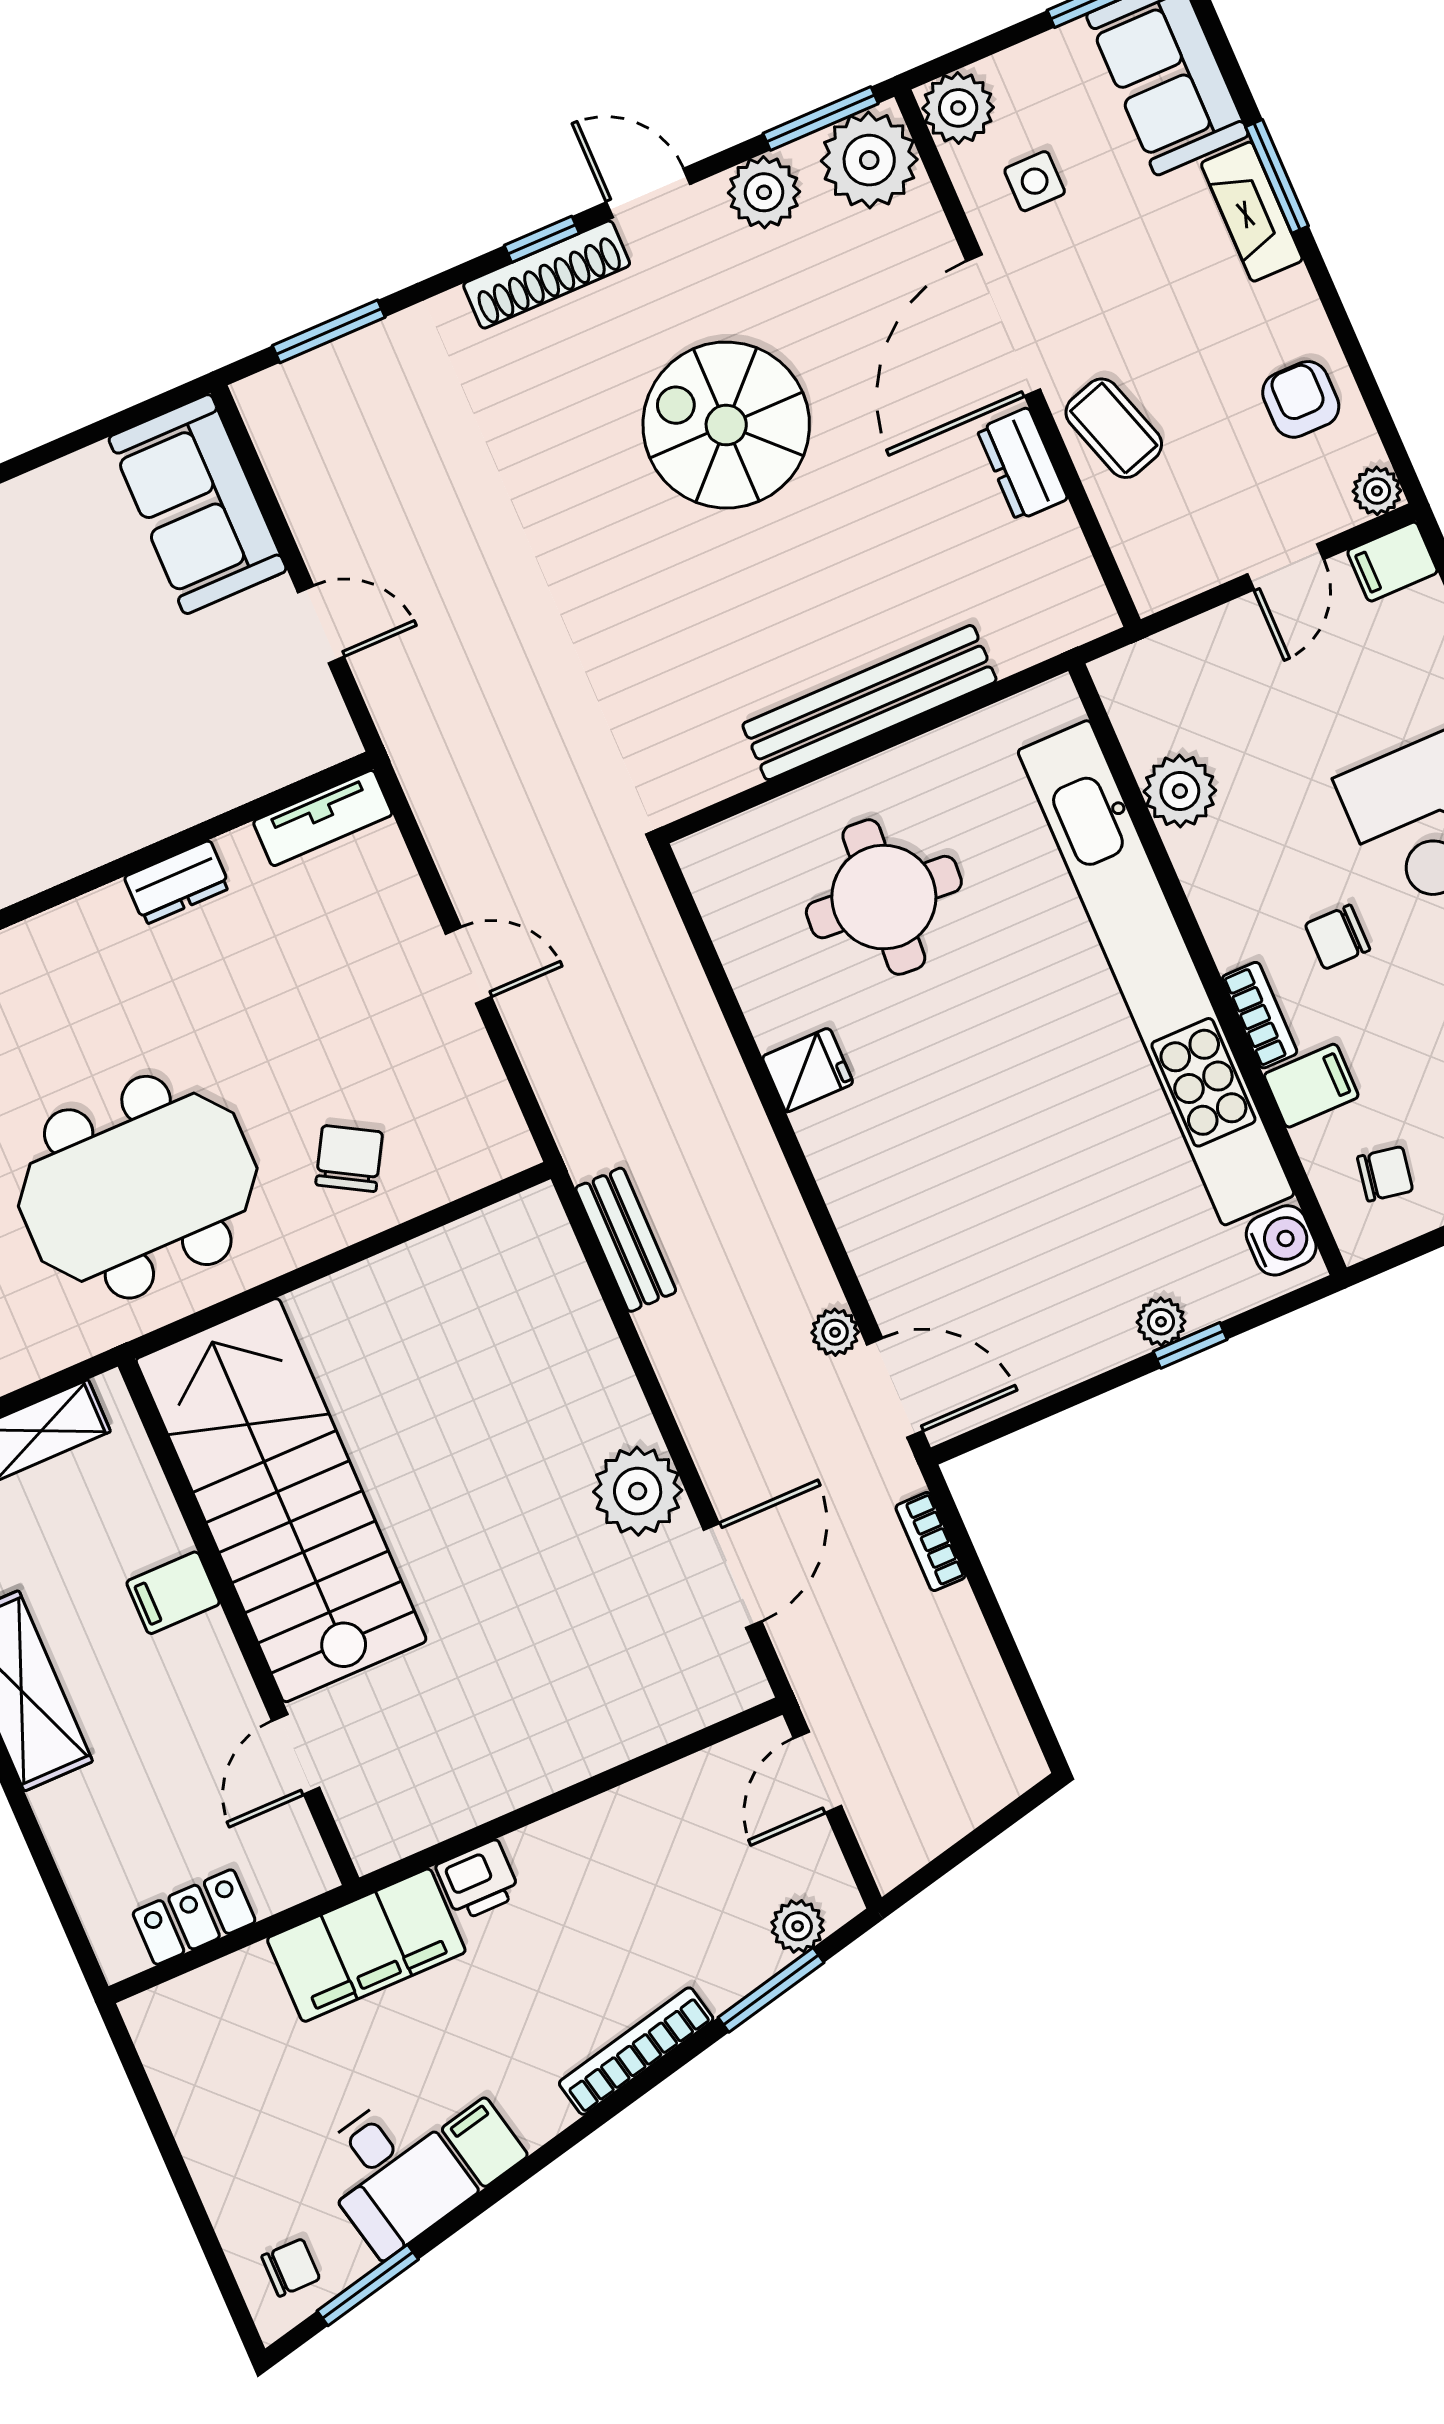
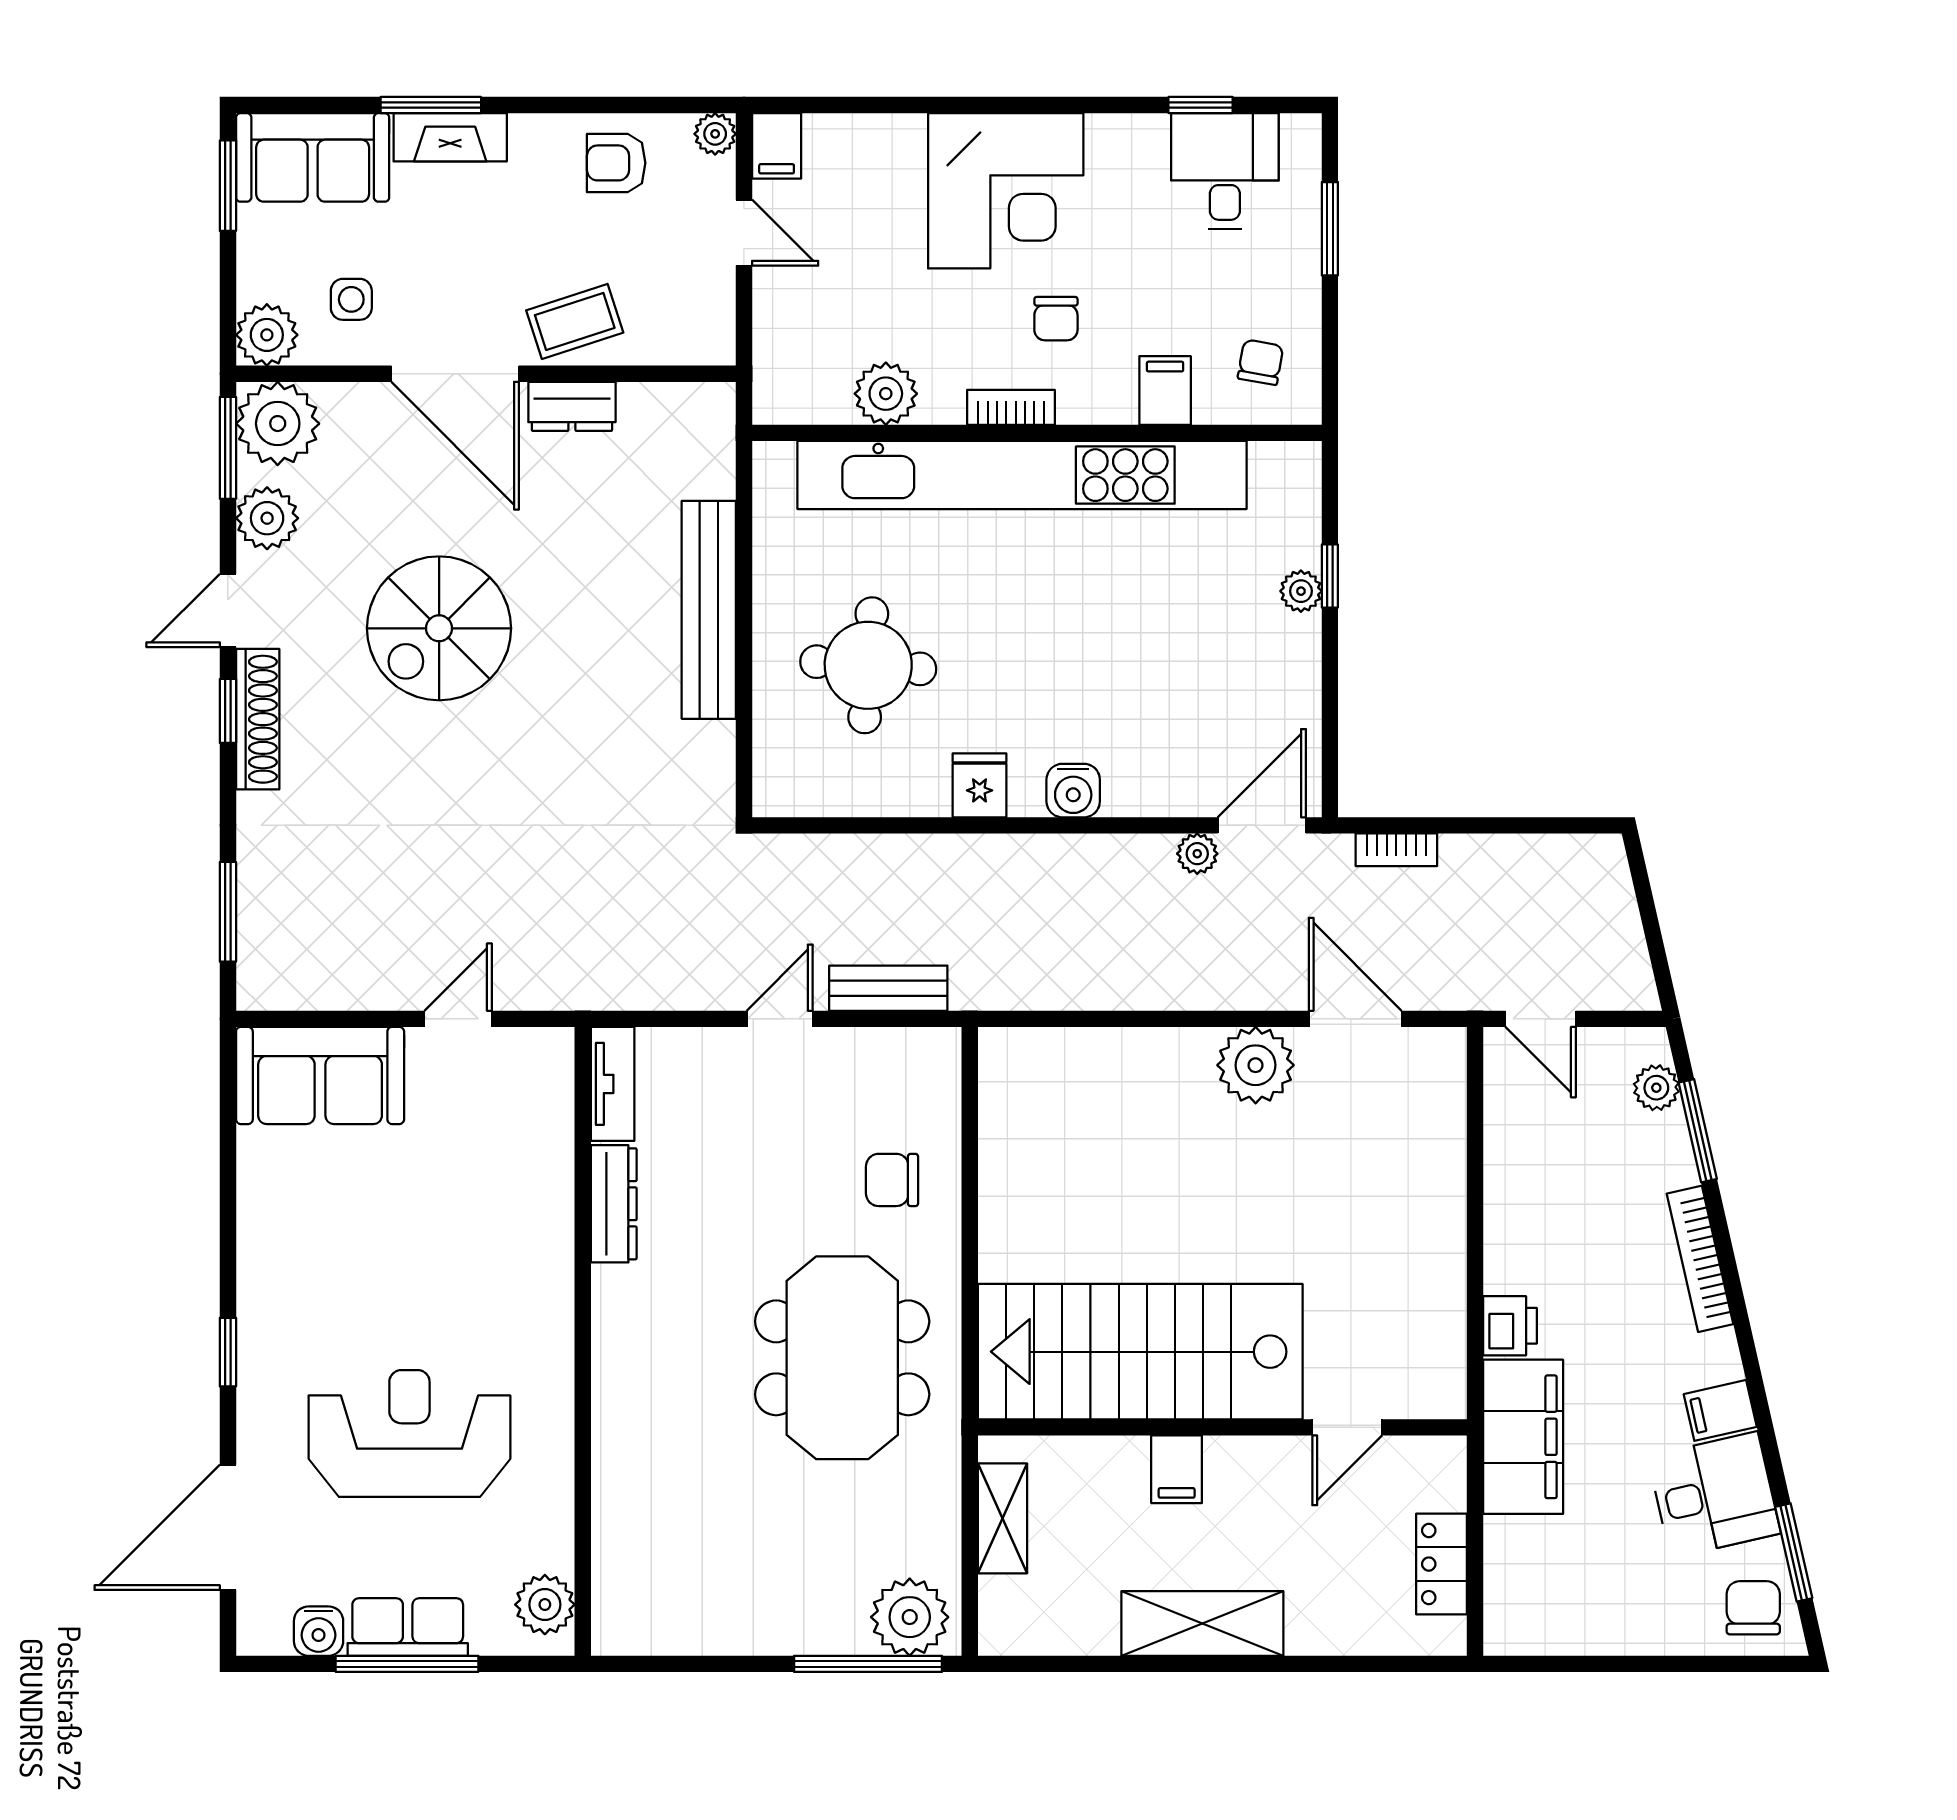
dresser: (177, 882) -> (614, 1204), width x1.44
bookcase: (1260, 1015) -> (1011, 407), moved
chair: (349, 1158) -> (892, 1180), turned -30
bench: (626, 1240) -> (888, 988), moved
water cooler: (1281, 1240) -> (1073, 791), moved, turned 180
door: (296, 1754) -> (1347, 1427), hinge flipped
chair: (291, 2268) -> (1753, 1608), width x1.37, depth x1.37

